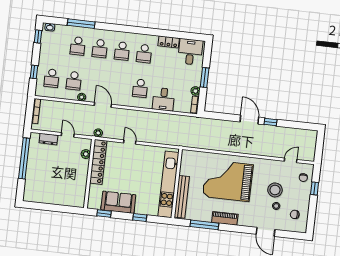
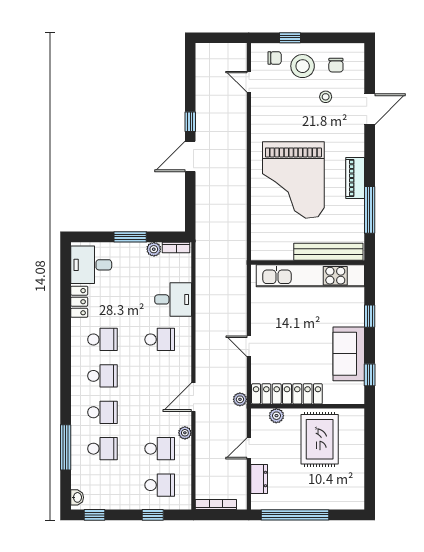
door: (130, 142) -> (249, 346), hinge flipped
rug: (68, 179) -> (320, 439), added
stool: (275, 190) -> (303, 66), moved

